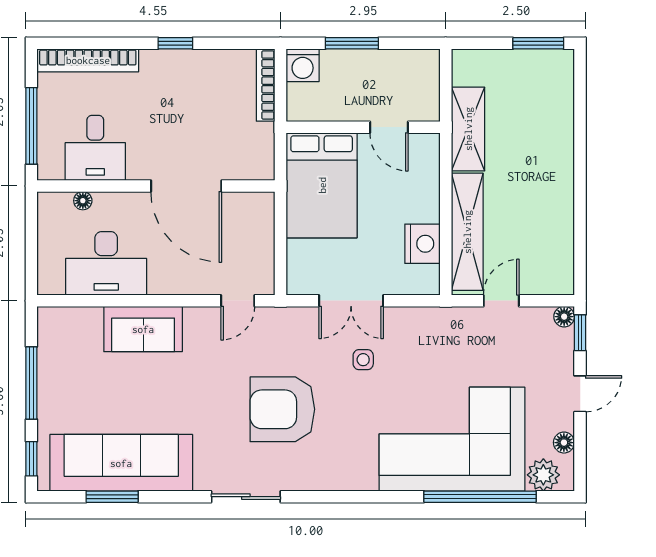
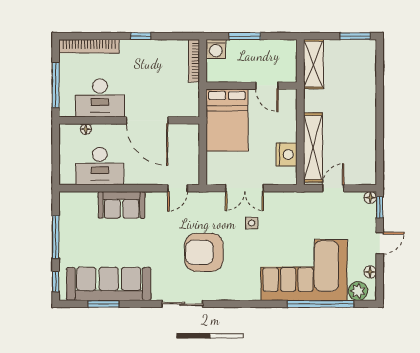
shelving: (468, 129) -> (313, 64), moved
desk: (95, 148) -> (100, 98), width x1.37

